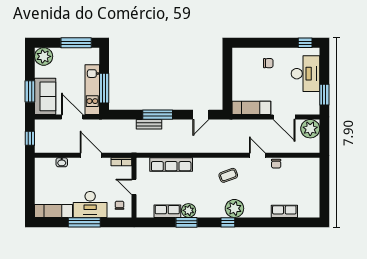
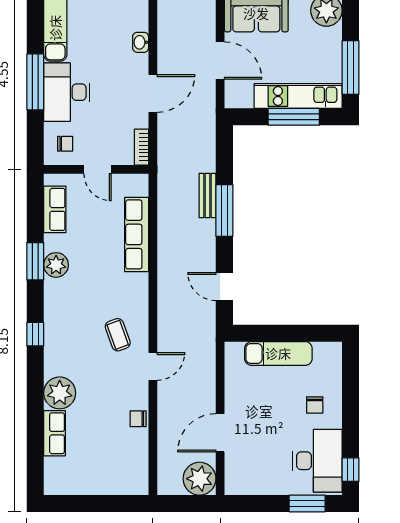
desk: (305, 74) -> (317, 461), moved, turned -90
window: (104, 88) -> (294, 117), moved
kitchen unit: (92, 90) -> (298, 96), moved
window: (324, 95) -> (307, 503), moved
exam couch: (251, 108) -> (278, 353), moved, turned 90
door: (72, 117) -> (220, 61), hinge flipped
door: (257, 155) -> (153, 366), moved
door: (134, 187) -> (98, 169), swing flipped
plant: (234, 208) -> (60, 393), moved
row of seats: (167, 211) -> (55, 209), moved

